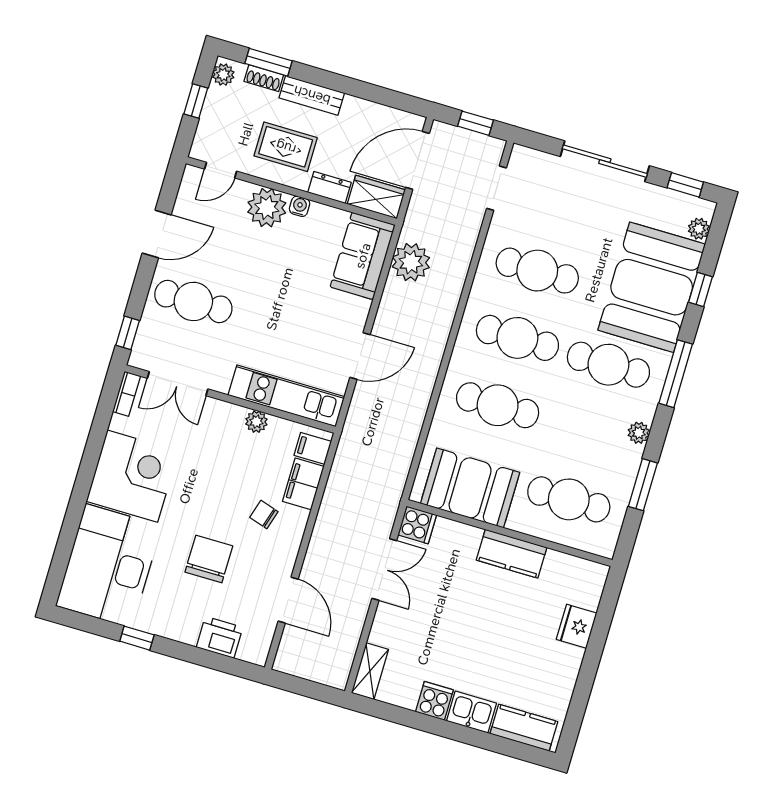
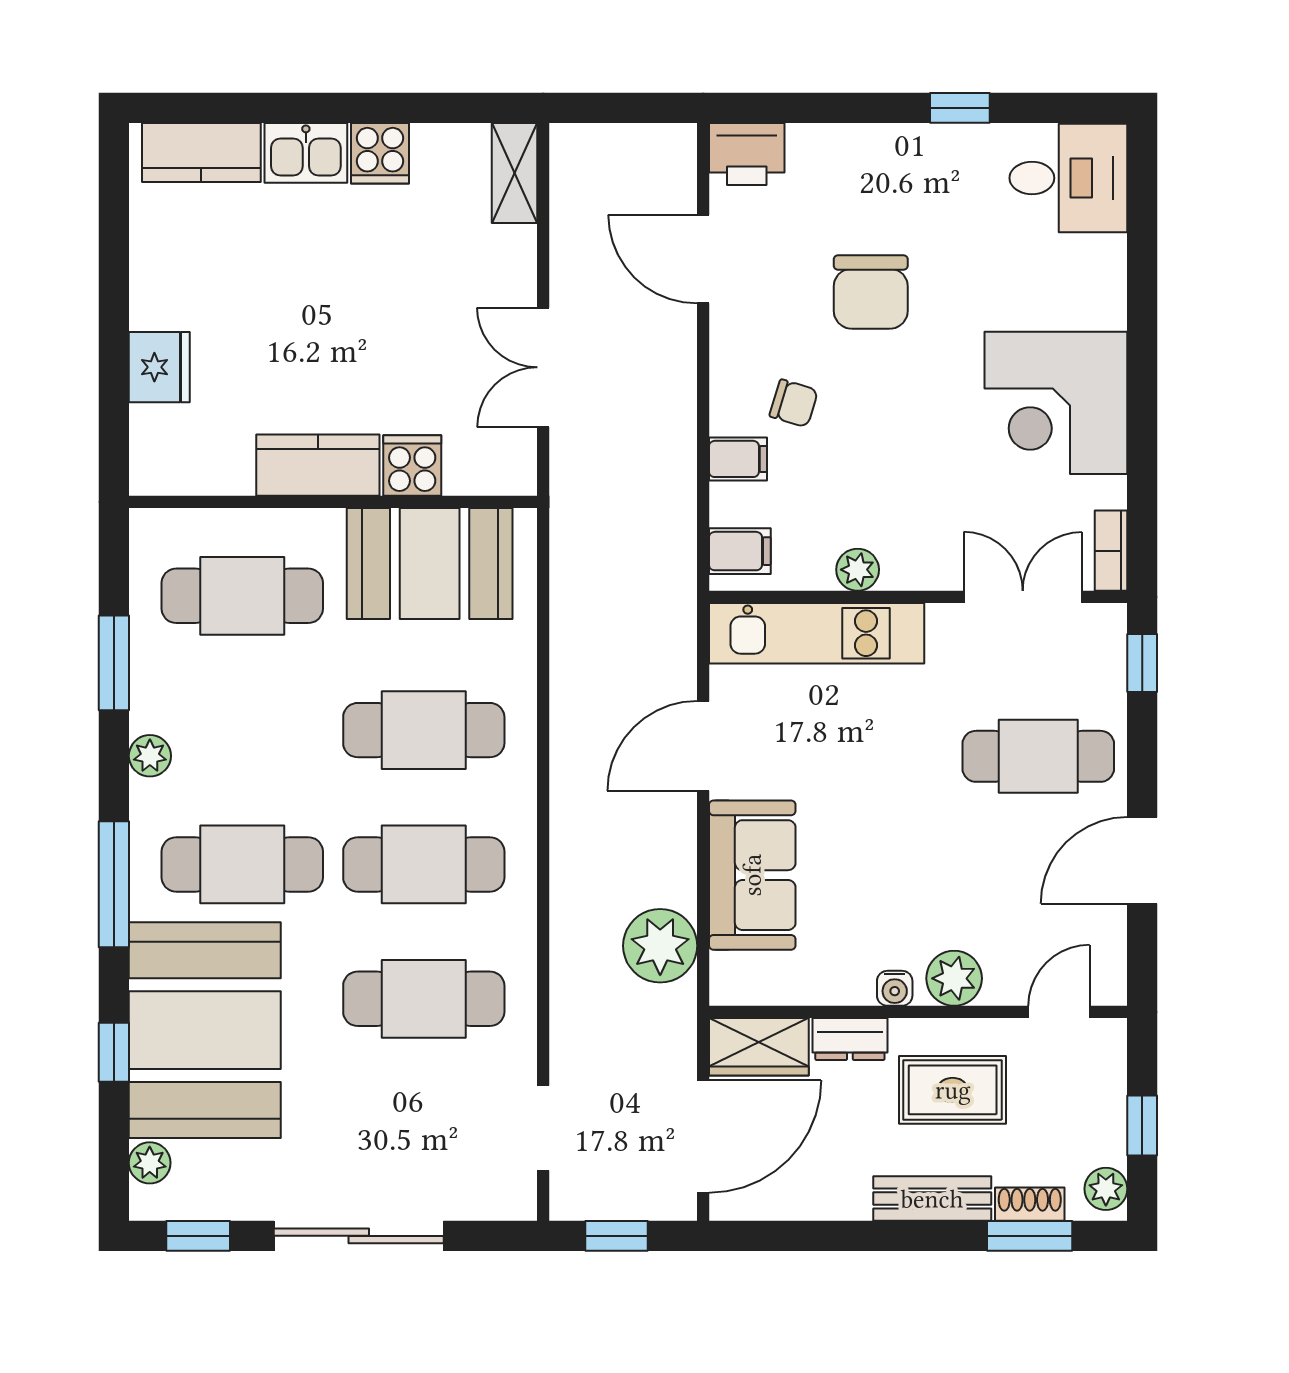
plant: (267, 208) -> (954, 978), width x0.73, depth x0.73
sofa: (363, 256) -> (752, 875), moved
filing cabinet: (303, 484) -> (738, 459), width x0.50
cooker: (417, 525) -> (412, 465), moved, turned 90
desk: (109, 566) -> (1068, 178), width x0.53, depth x0.77
printer: (220, 637) -> (747, 154), moved

